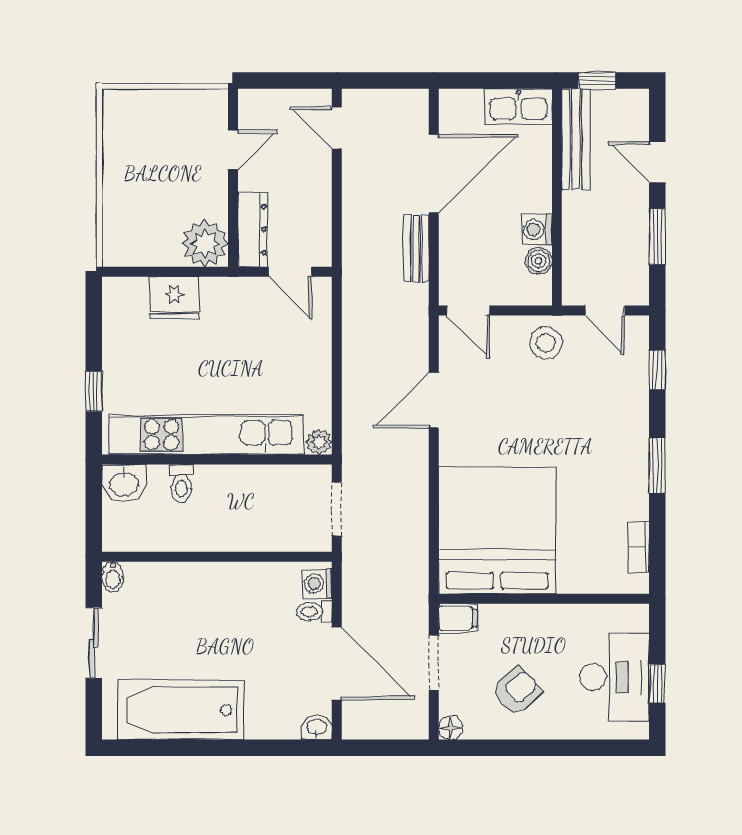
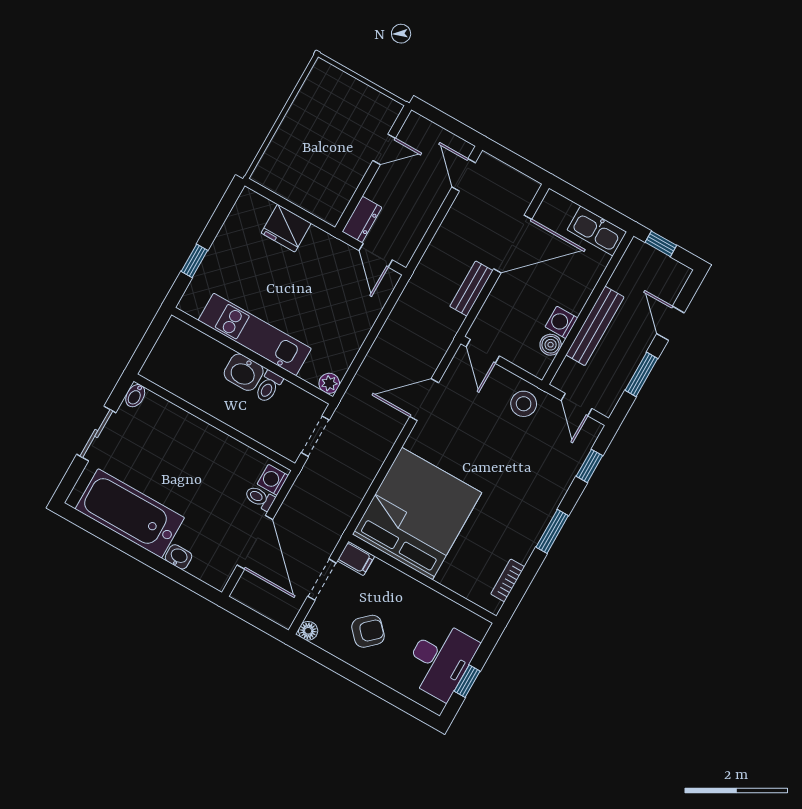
bench: (576, 139) -> (595, 326), moved
dresser: (252, 230) -> (362, 219), width x0.70
plant: (205, 244) -> (328, 203), removed
kitchen unit: (206, 435) -> (255, 334), width x0.73
washbasin: (124, 483) -> (244, 372), moved
toilet: (181, 483) -> (269, 387), moved
washbasin: (317, 727) -> (178, 557), moved

